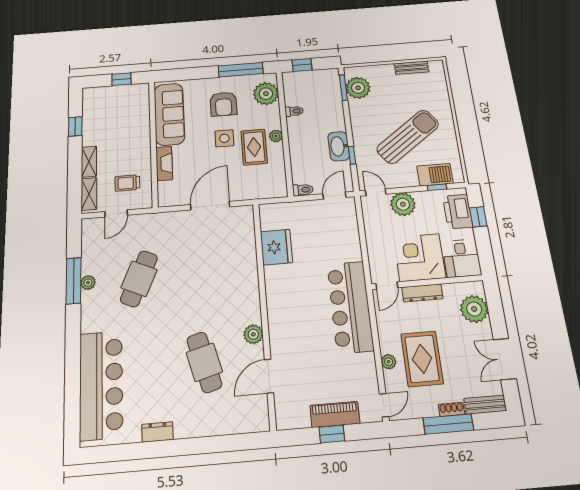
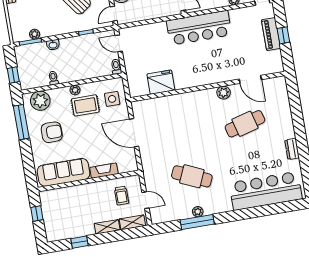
plant: (358, 88) -> (35, 34), width x0.53, depth x0.53
side table: (224, 138) -> (112, 99), moved
washbasin: (339, 146) -> (53, 45), moved, width x0.52, depth x0.69

